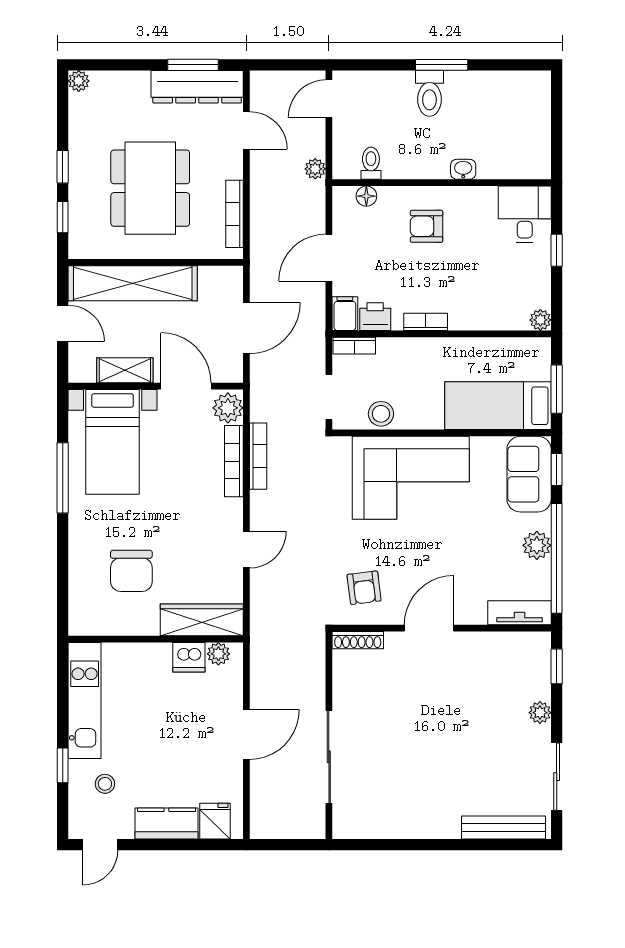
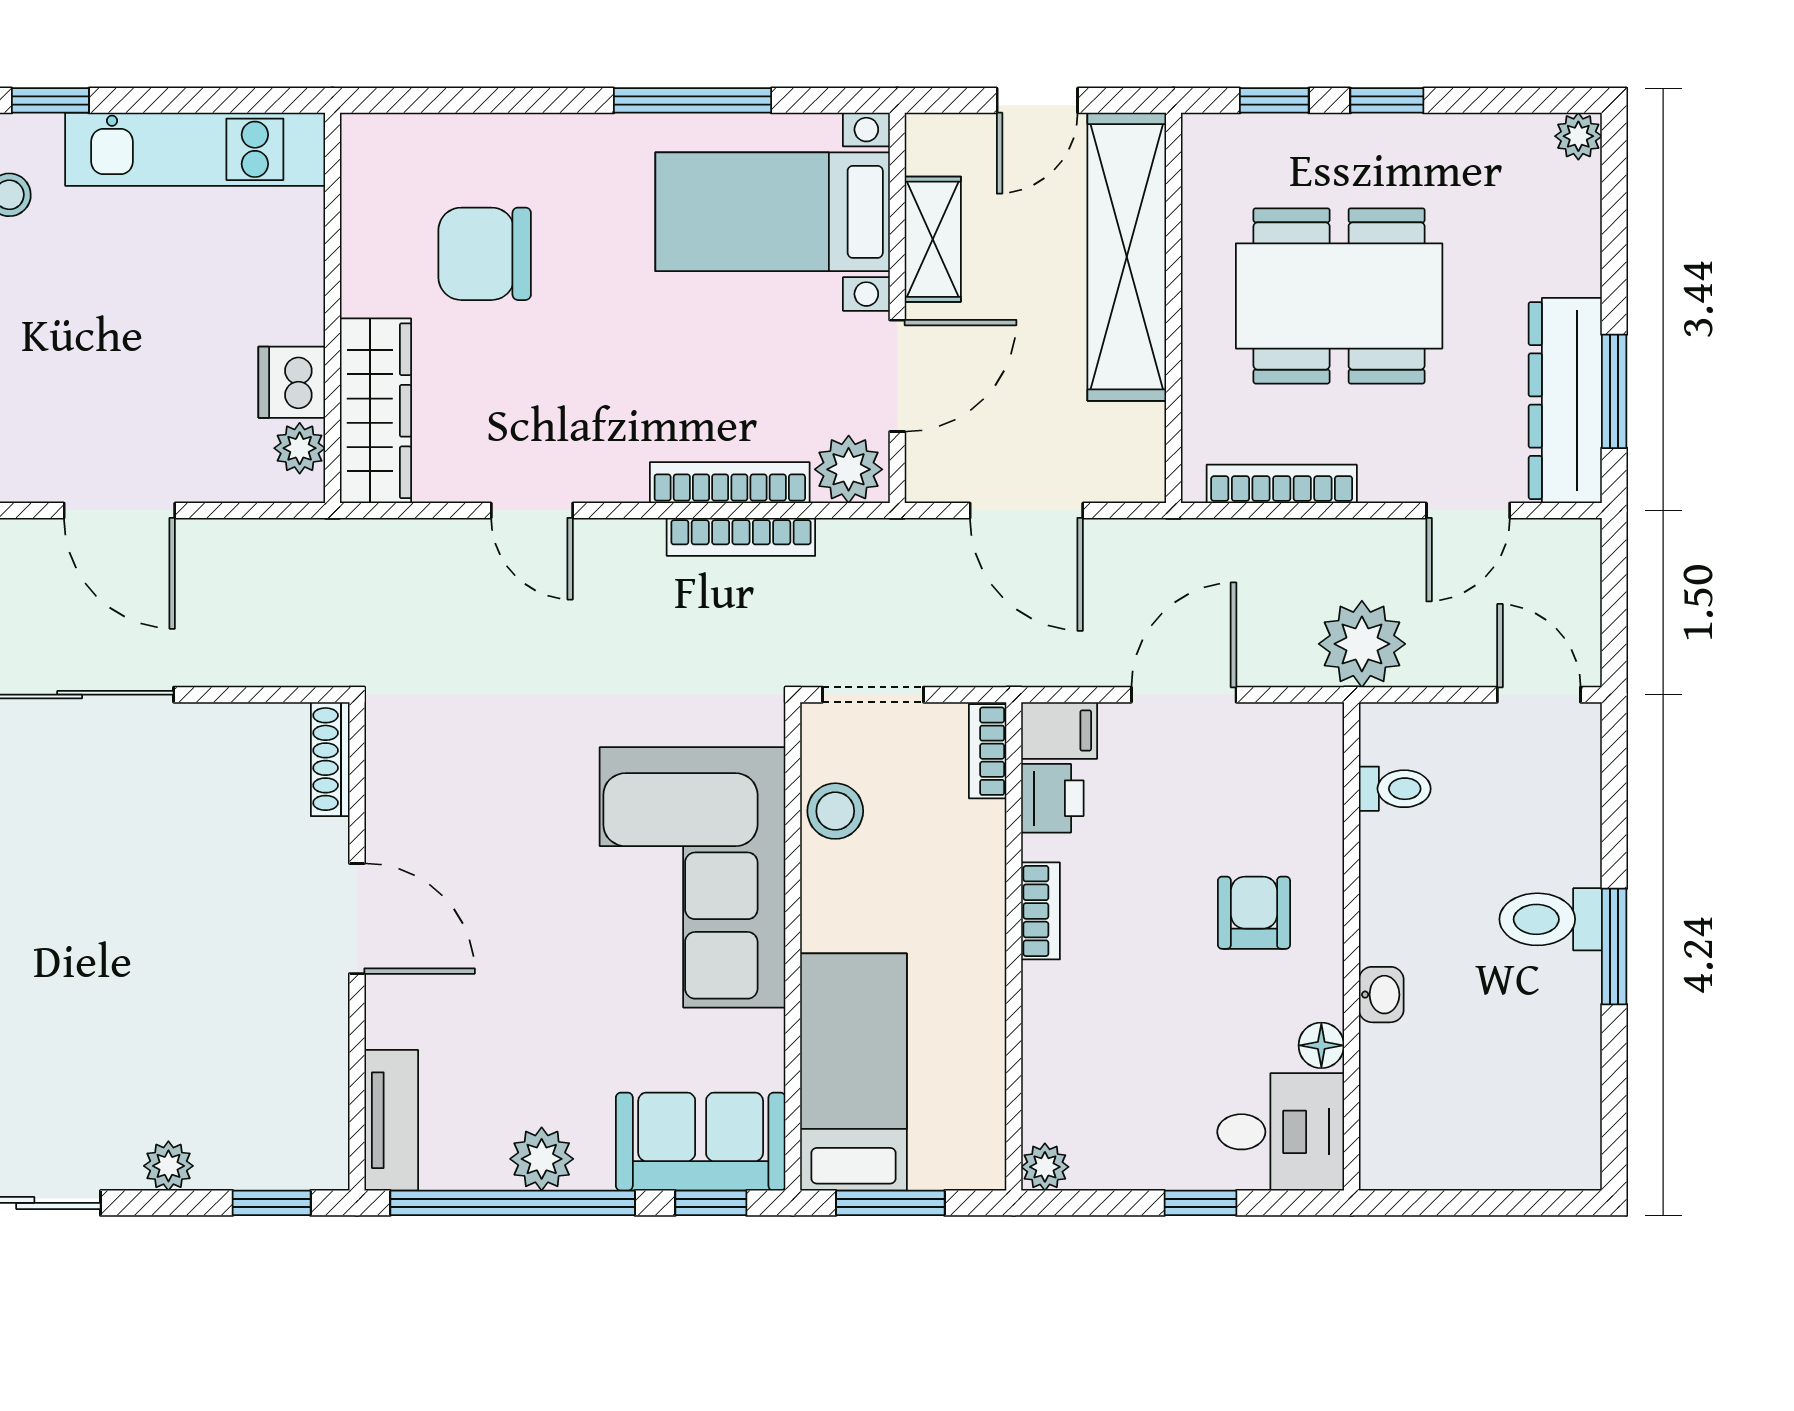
plant: (315, 169) -> (1362, 644), width x1.88, depth x1.88
floor lamp: (366, 196) -> (1321, 1045), moved
door: (329, 258) -> (1184, 695), hinge flipped
armchair: (364, 588) -> (447, 773), removed

